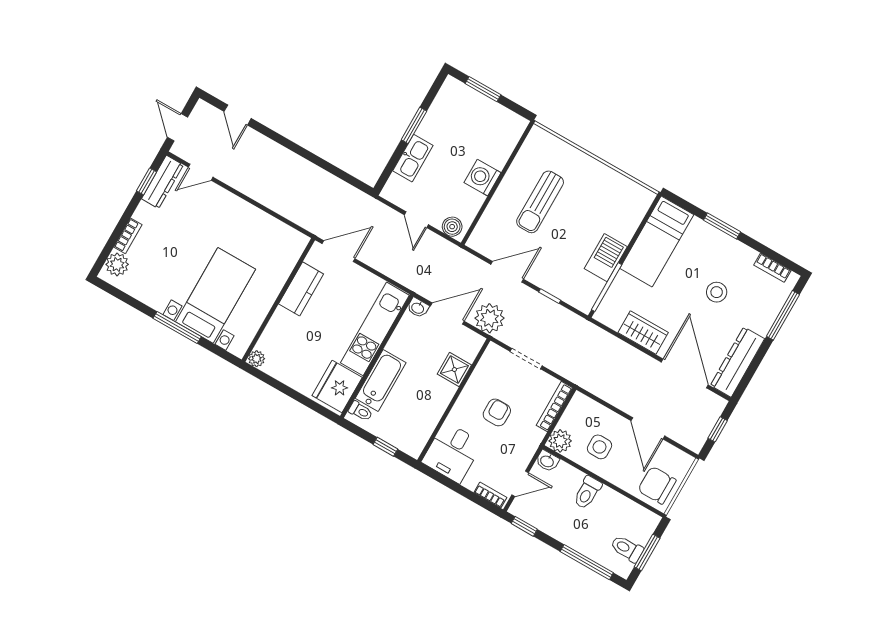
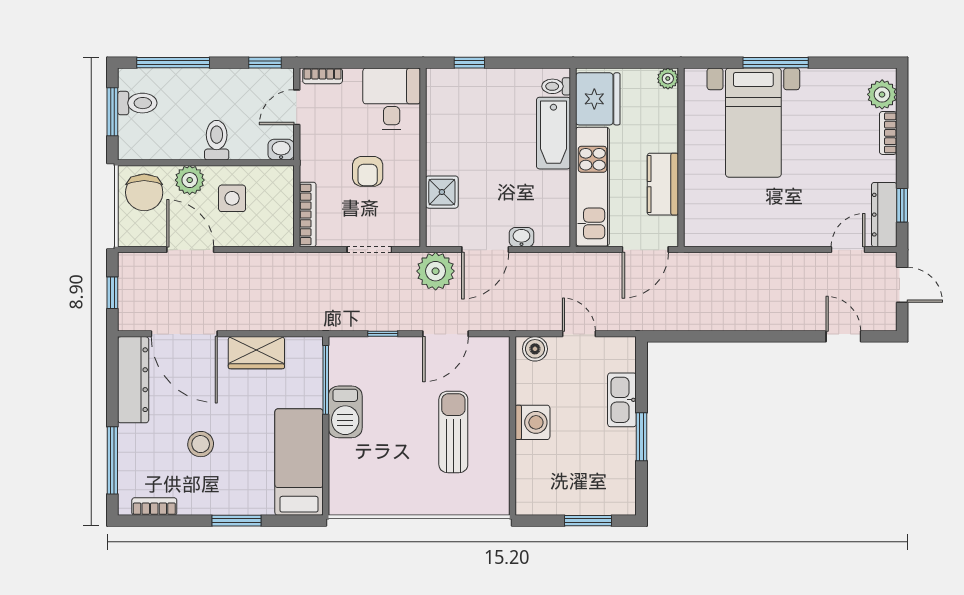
kitchen unit: (375, 329) -> (592, 187), moved
wall: (377, 356) -> (573, 157), moved
bathtub: (381, 380) -> (553, 133), moved
fridge: (337, 386) -> (598, 99), moved
toilet: (361, 411) -> (556, 86), moved
plant: (560, 441) -> (190, 180), moved
chair: (657, 485) -> (144, 192), turned 90

